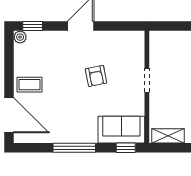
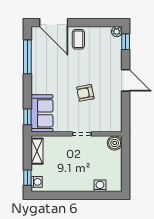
boiler: (158, 40) -> (115, 143), added
door: (9, 115) -> (54, 23), hinge flipped
window: (74, 148) -> (27, 57), moved

